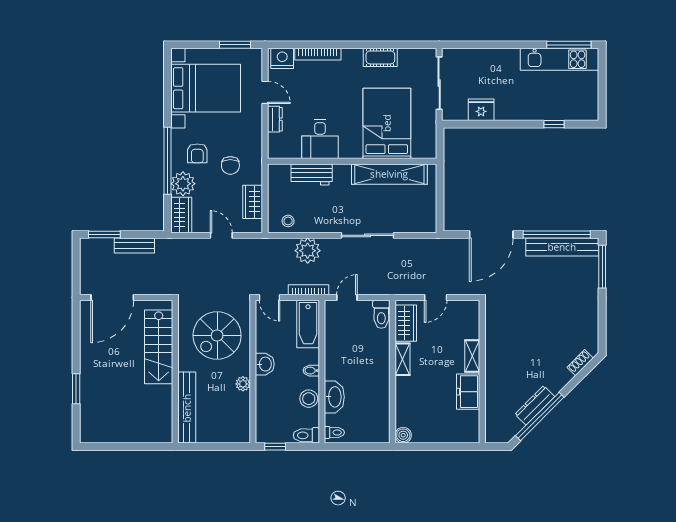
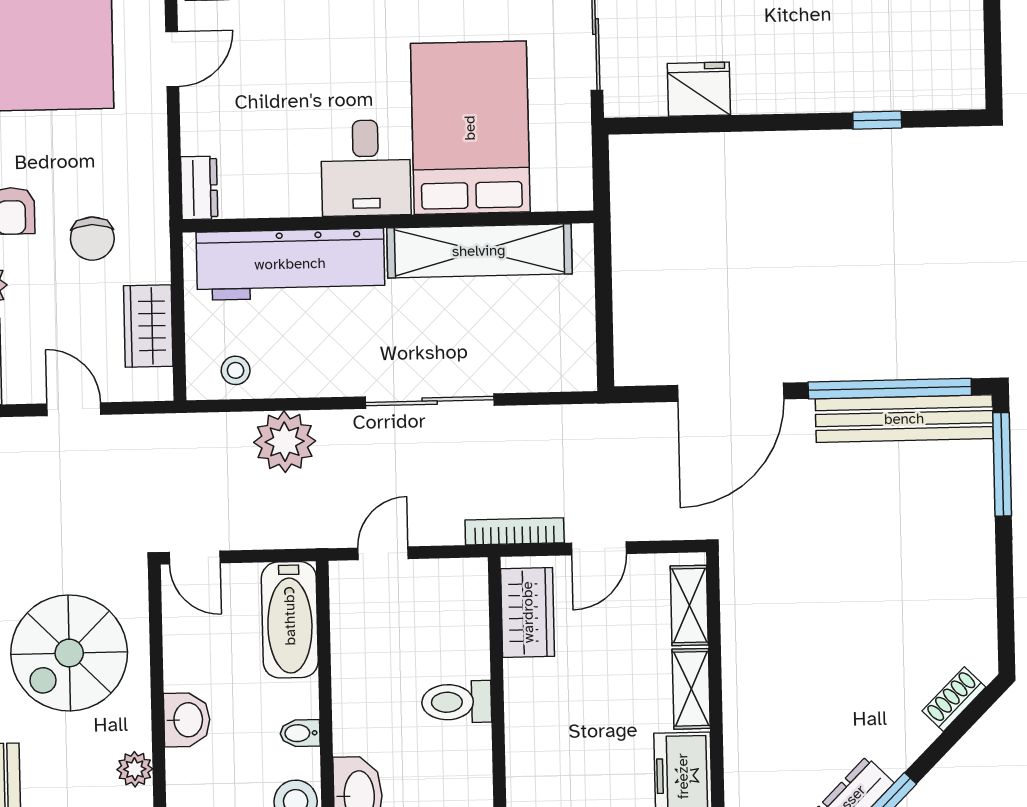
door: (265, 92) -> (172, 59), hinge flipped
dresser: (275, 119) -> (199, 188), moved
desk: (320, 139) -> (366, 168), moved
workbench: (312, 174) -> (290, 264), width x1.88, depth x1.32
bookcase: (308, 290) -> (515, 531), moved
toilet: (381, 314) -> (457, 702), moved, turned 90
shelving: (403, 359) -> (689, 605), moved

